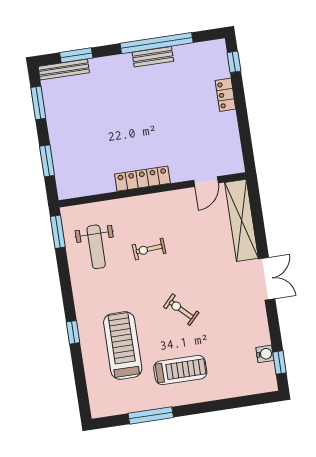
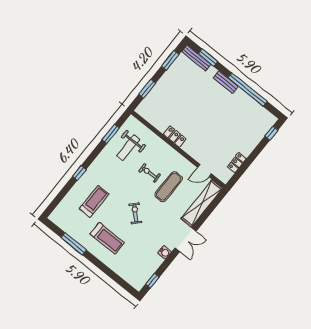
bench: (153, 57) -> (226, 82), moved
locker: (225, 95) -> (237, 163), moved
locker: (142, 179) -> (175, 137), width x0.66
window: (58, 232) -> (111, 134), moved
exercise mat: (186, 242) -> (169, 187), added
treadmill: (123, 345) -> (94, 201), width x0.73, depth x0.73
water cooler: (265, 354) -> (165, 252), moved

